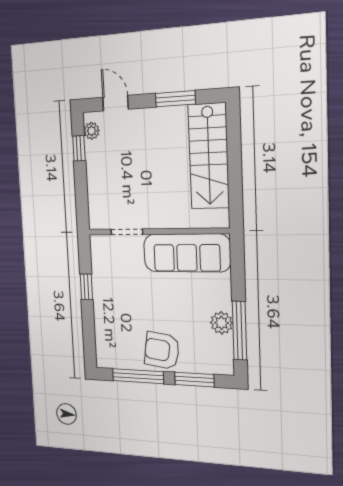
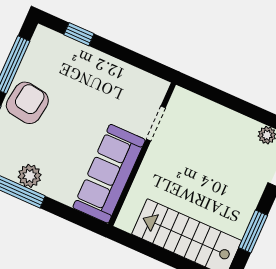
window: (79, 148) -> (257, 114), removed
window: (86, 287) -> (79, 34), moved

